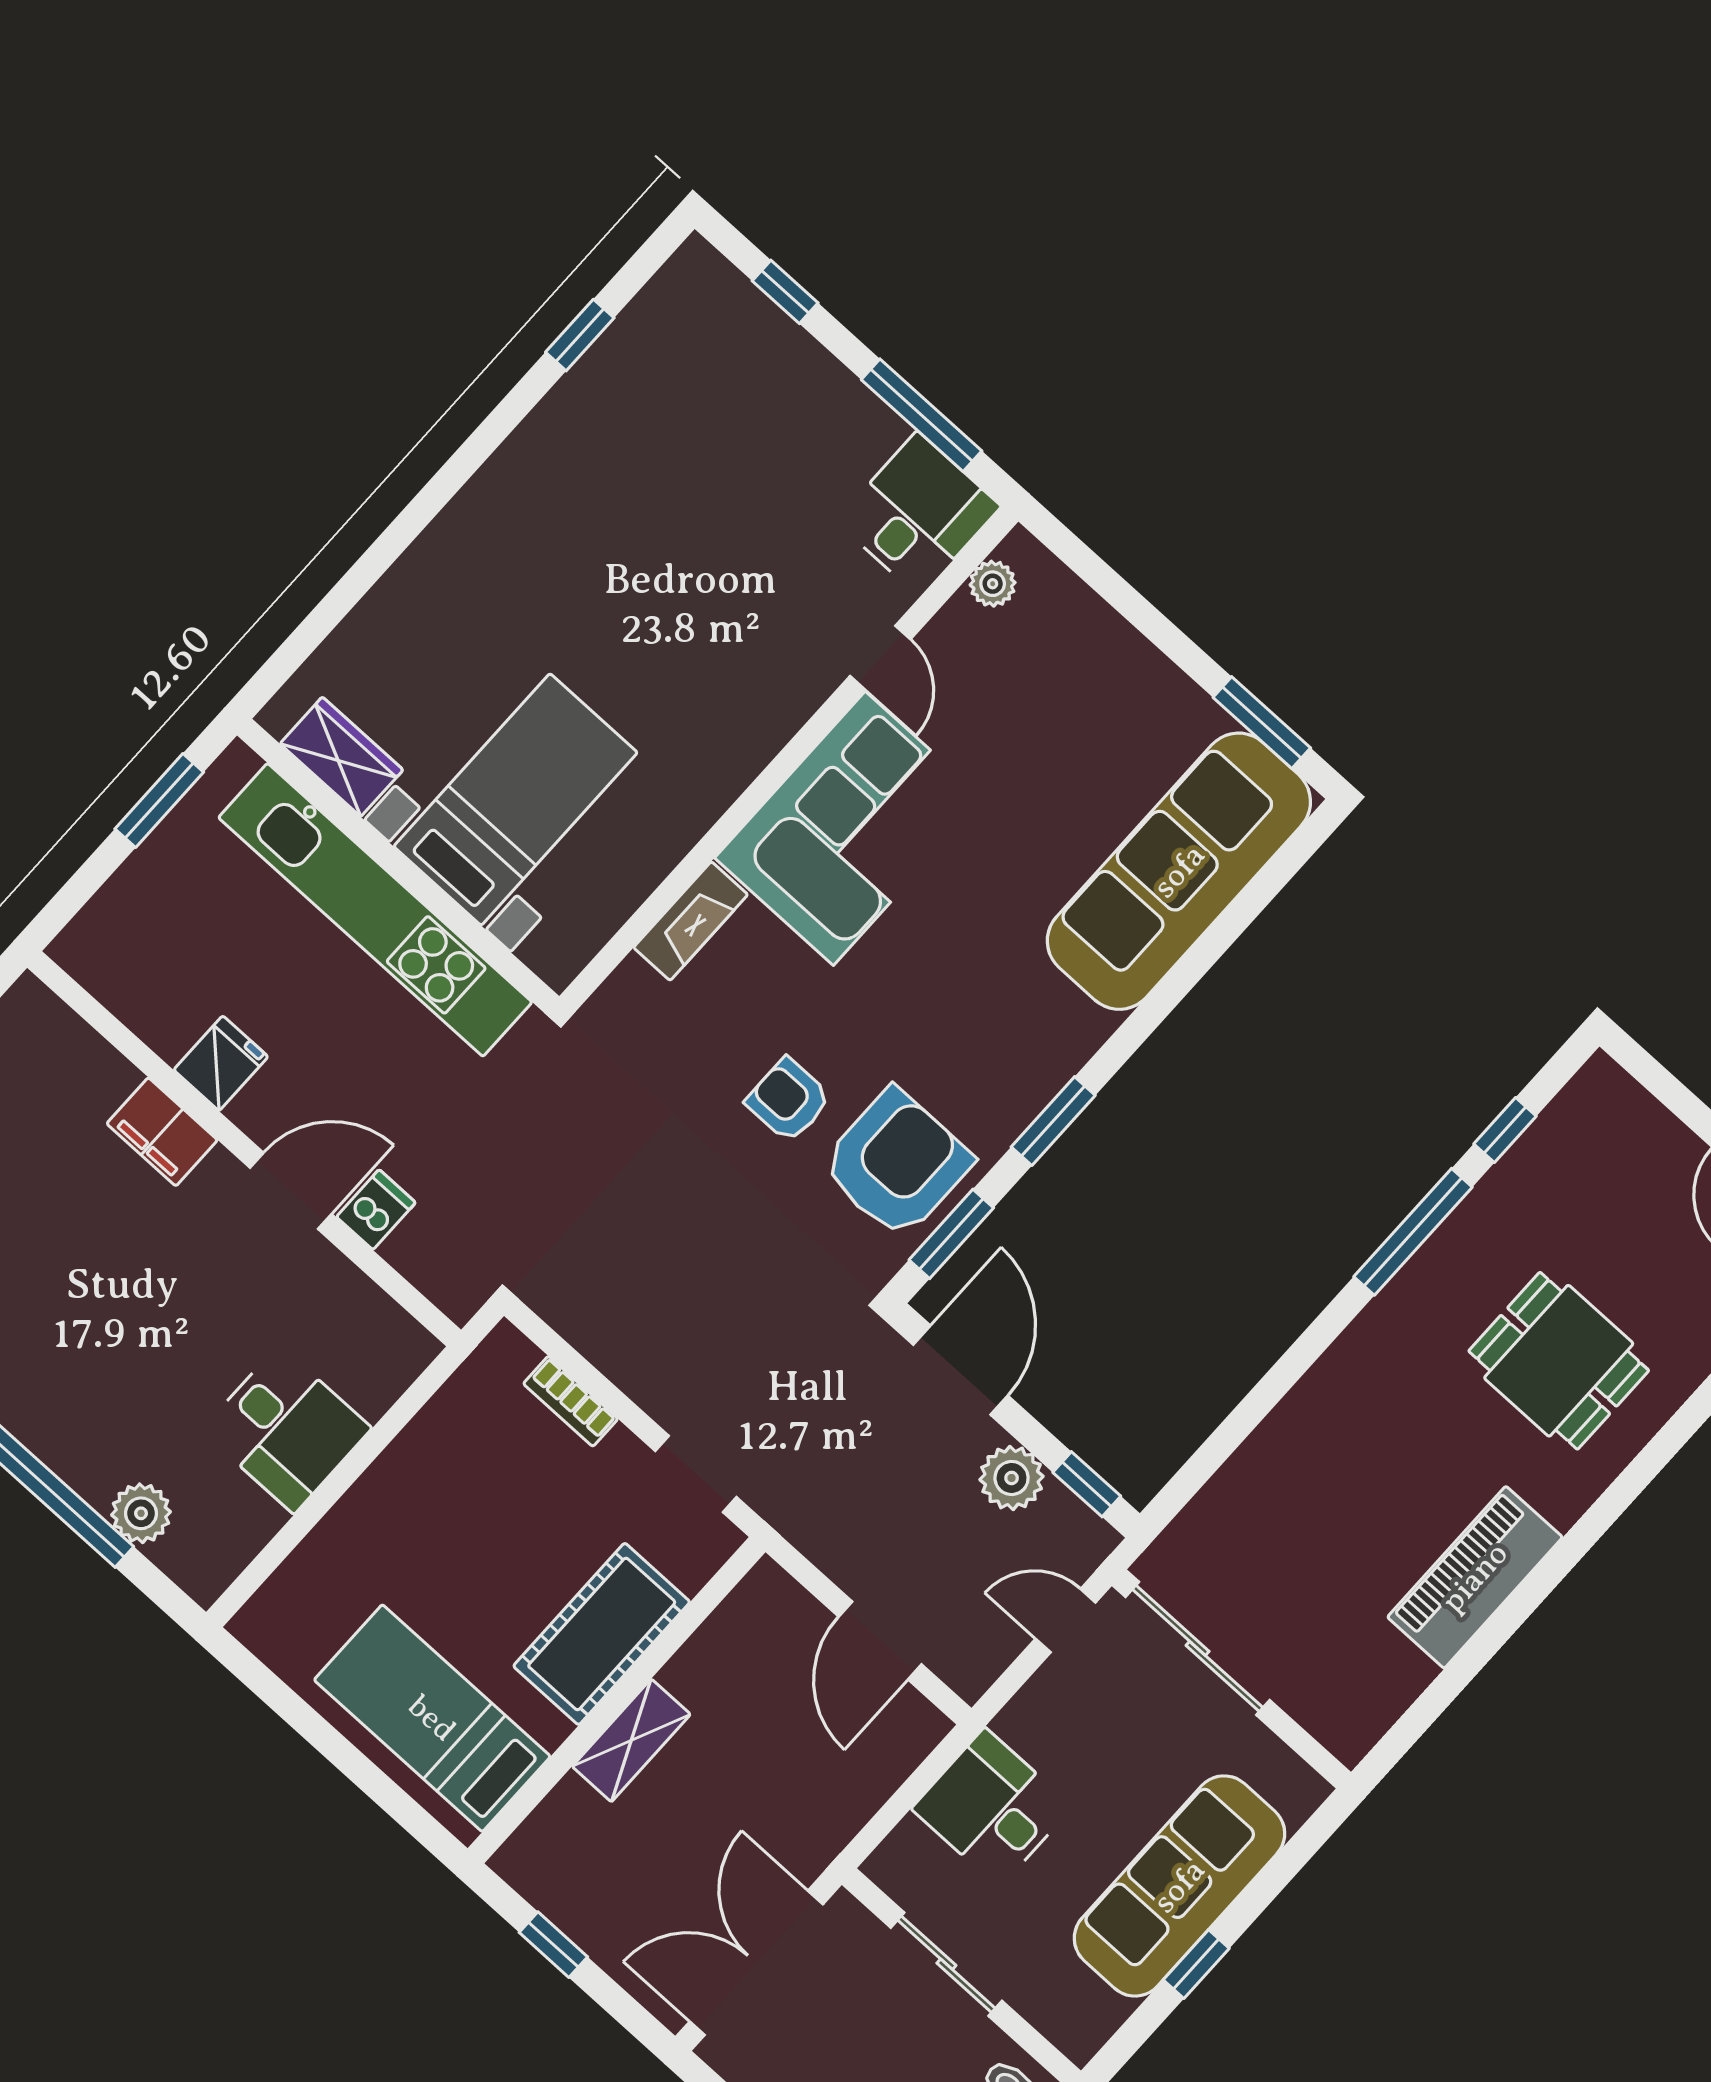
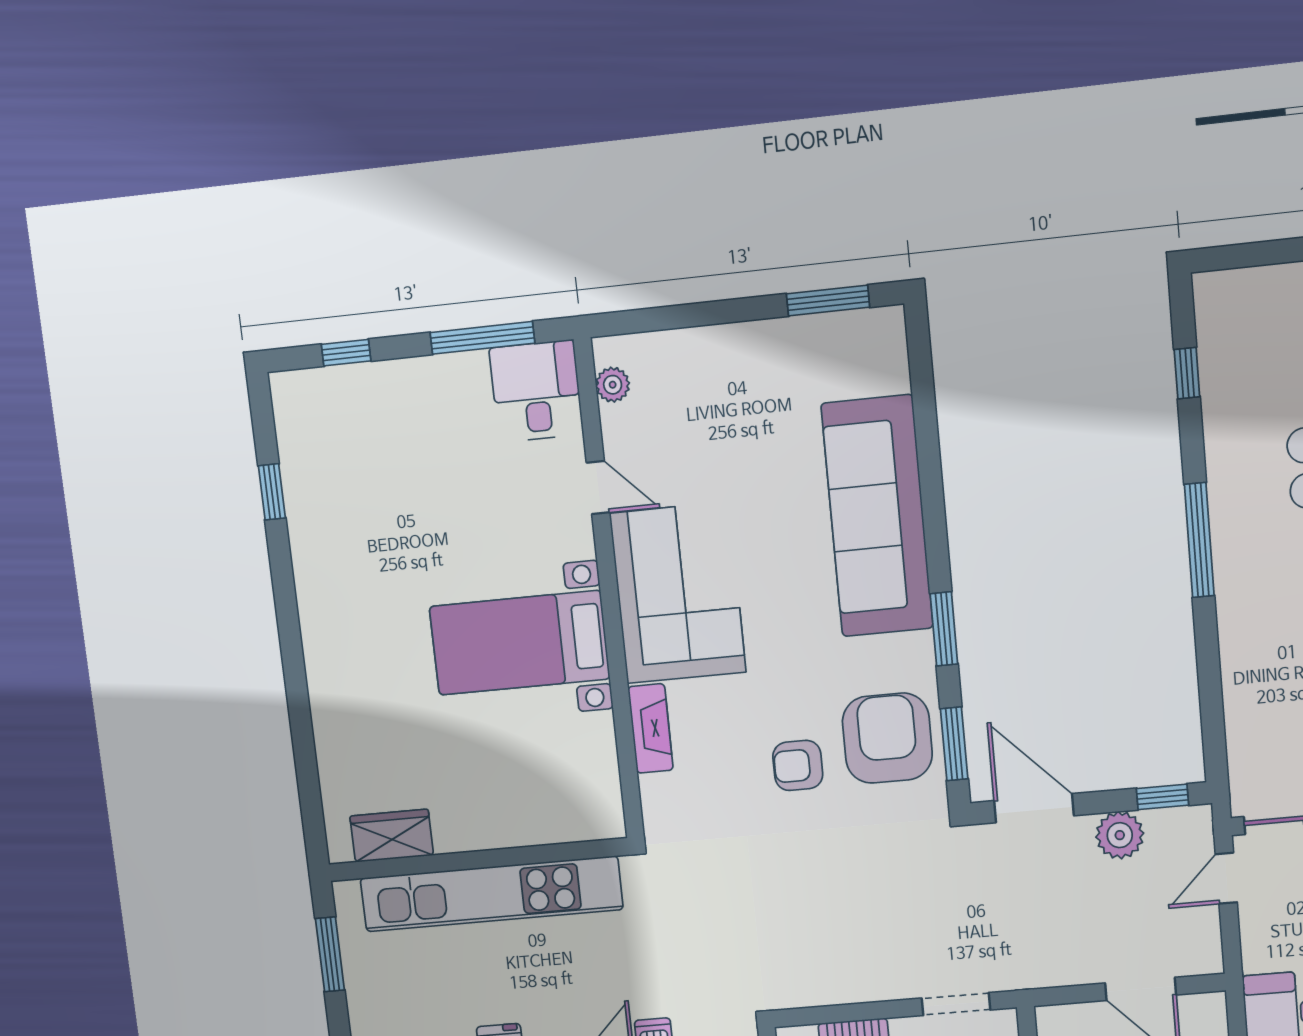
bed with nightstands: (516, 799) -> (520, 643), moved, turned -90
sofa: (1179, 871) -> (877, 516), moved
window: (1413, 1232) -> (1199, 540), moved

